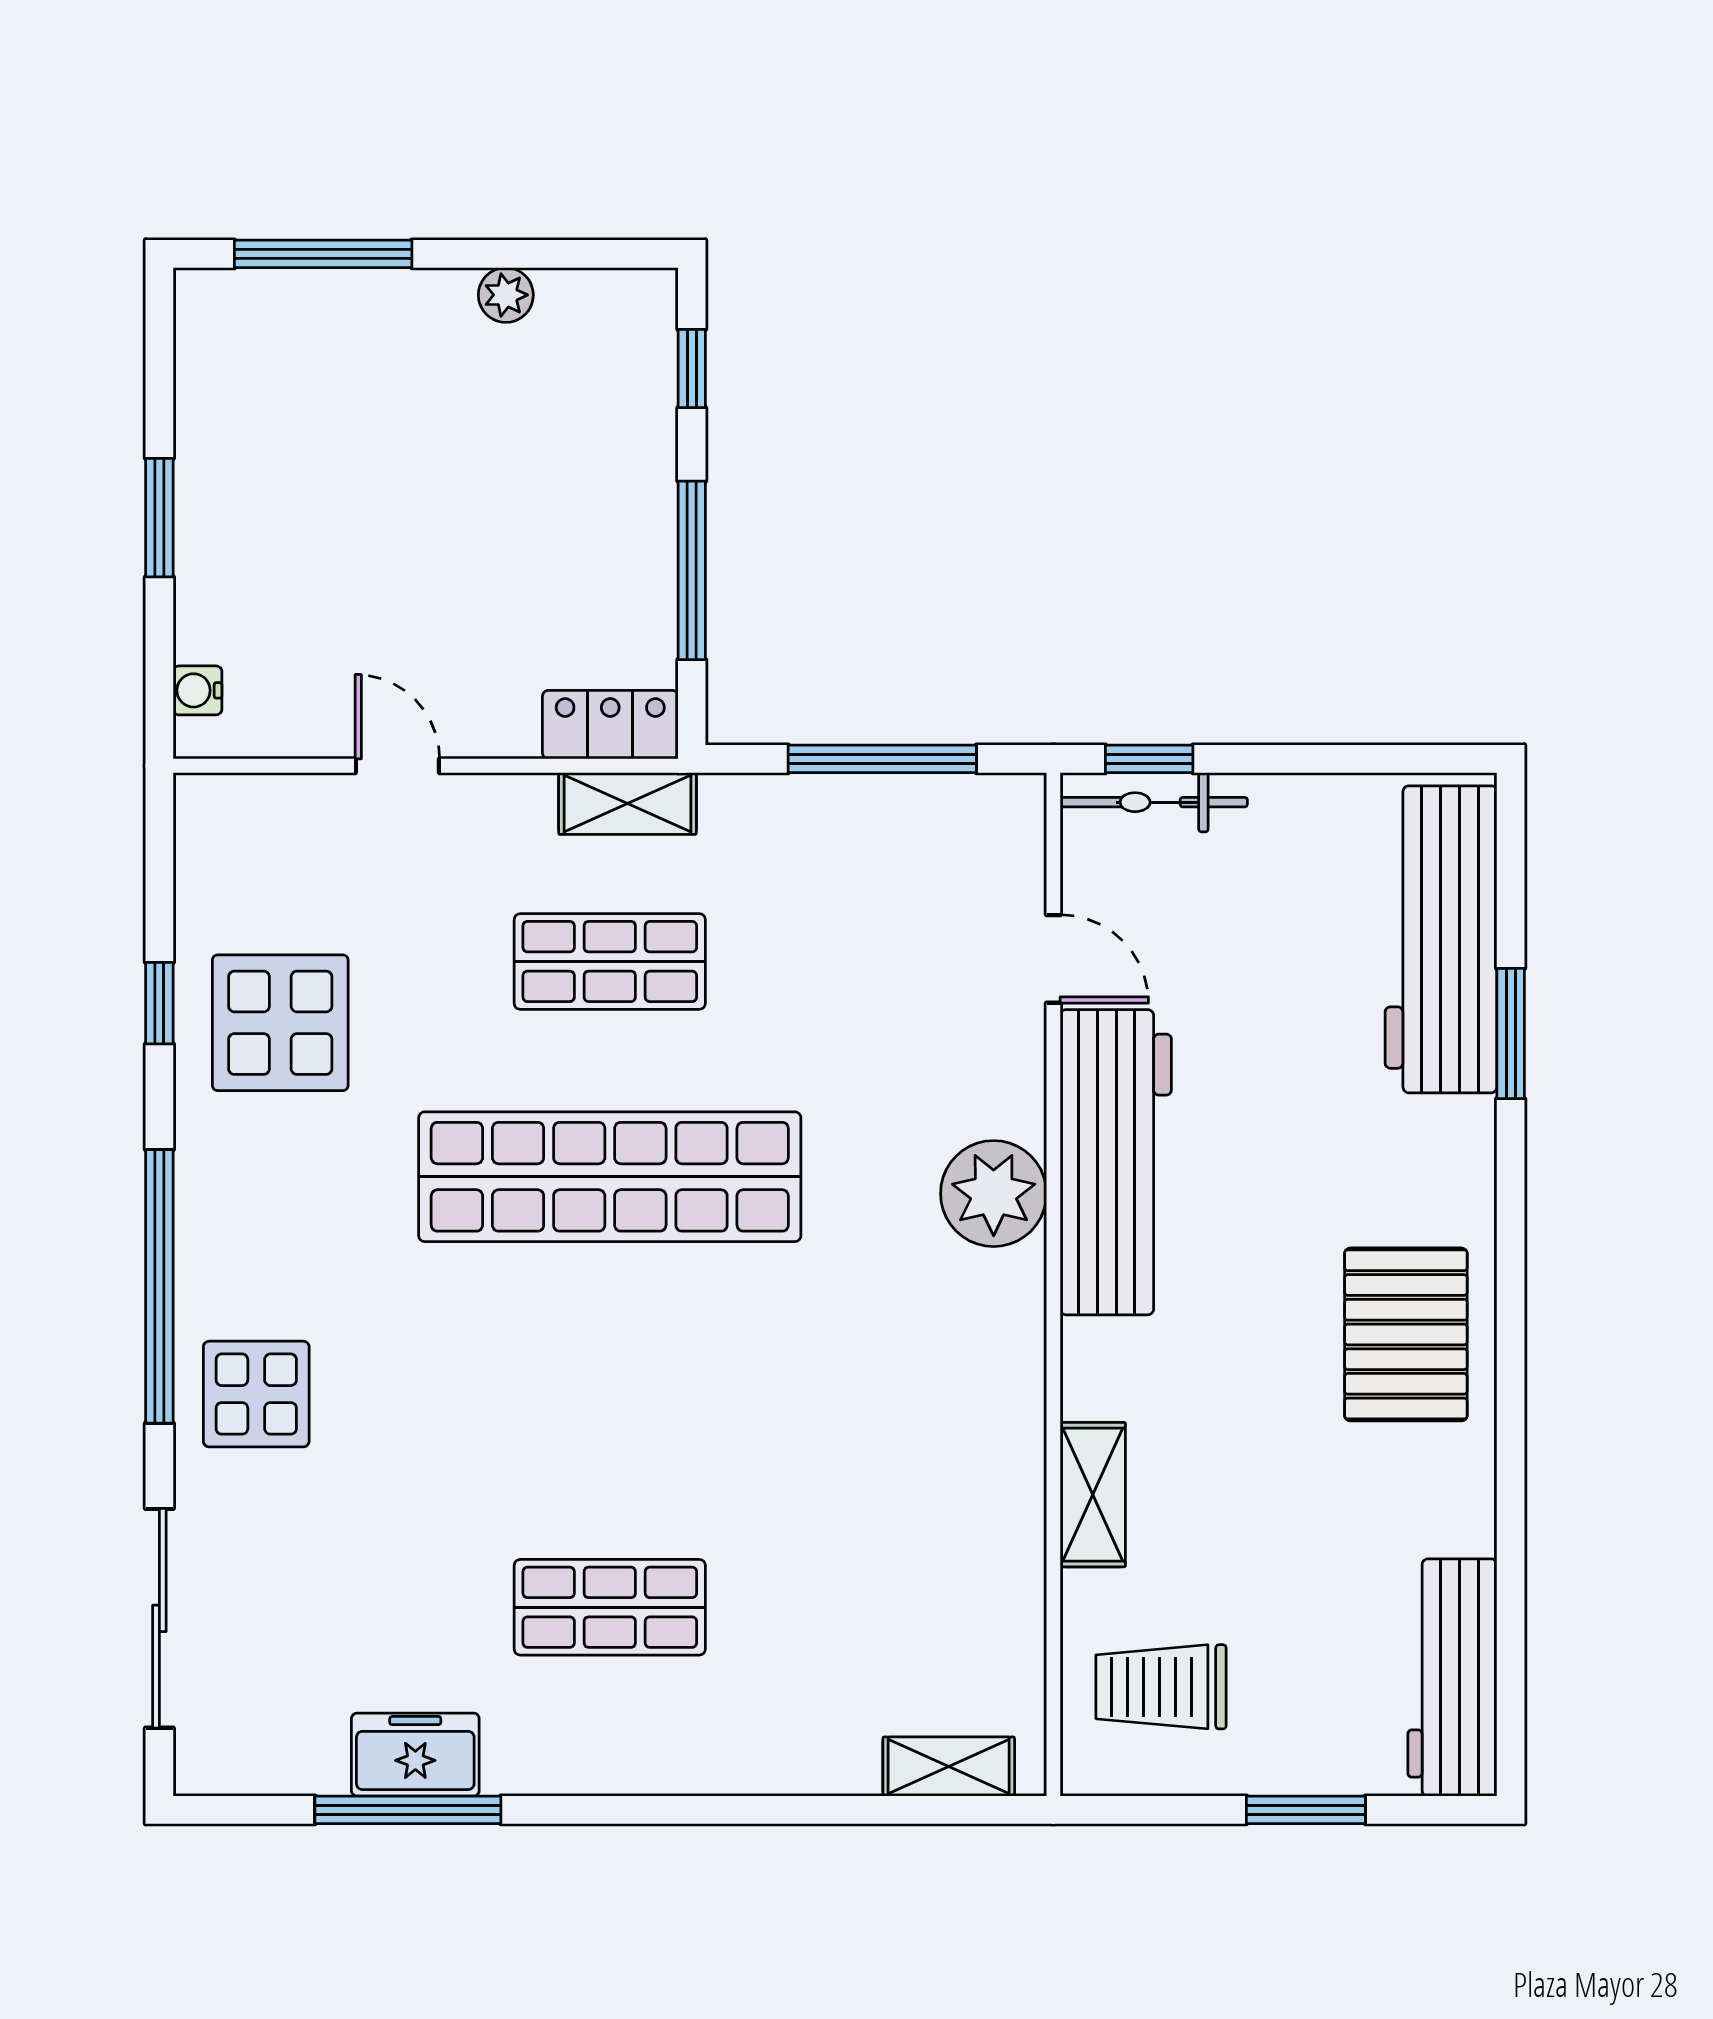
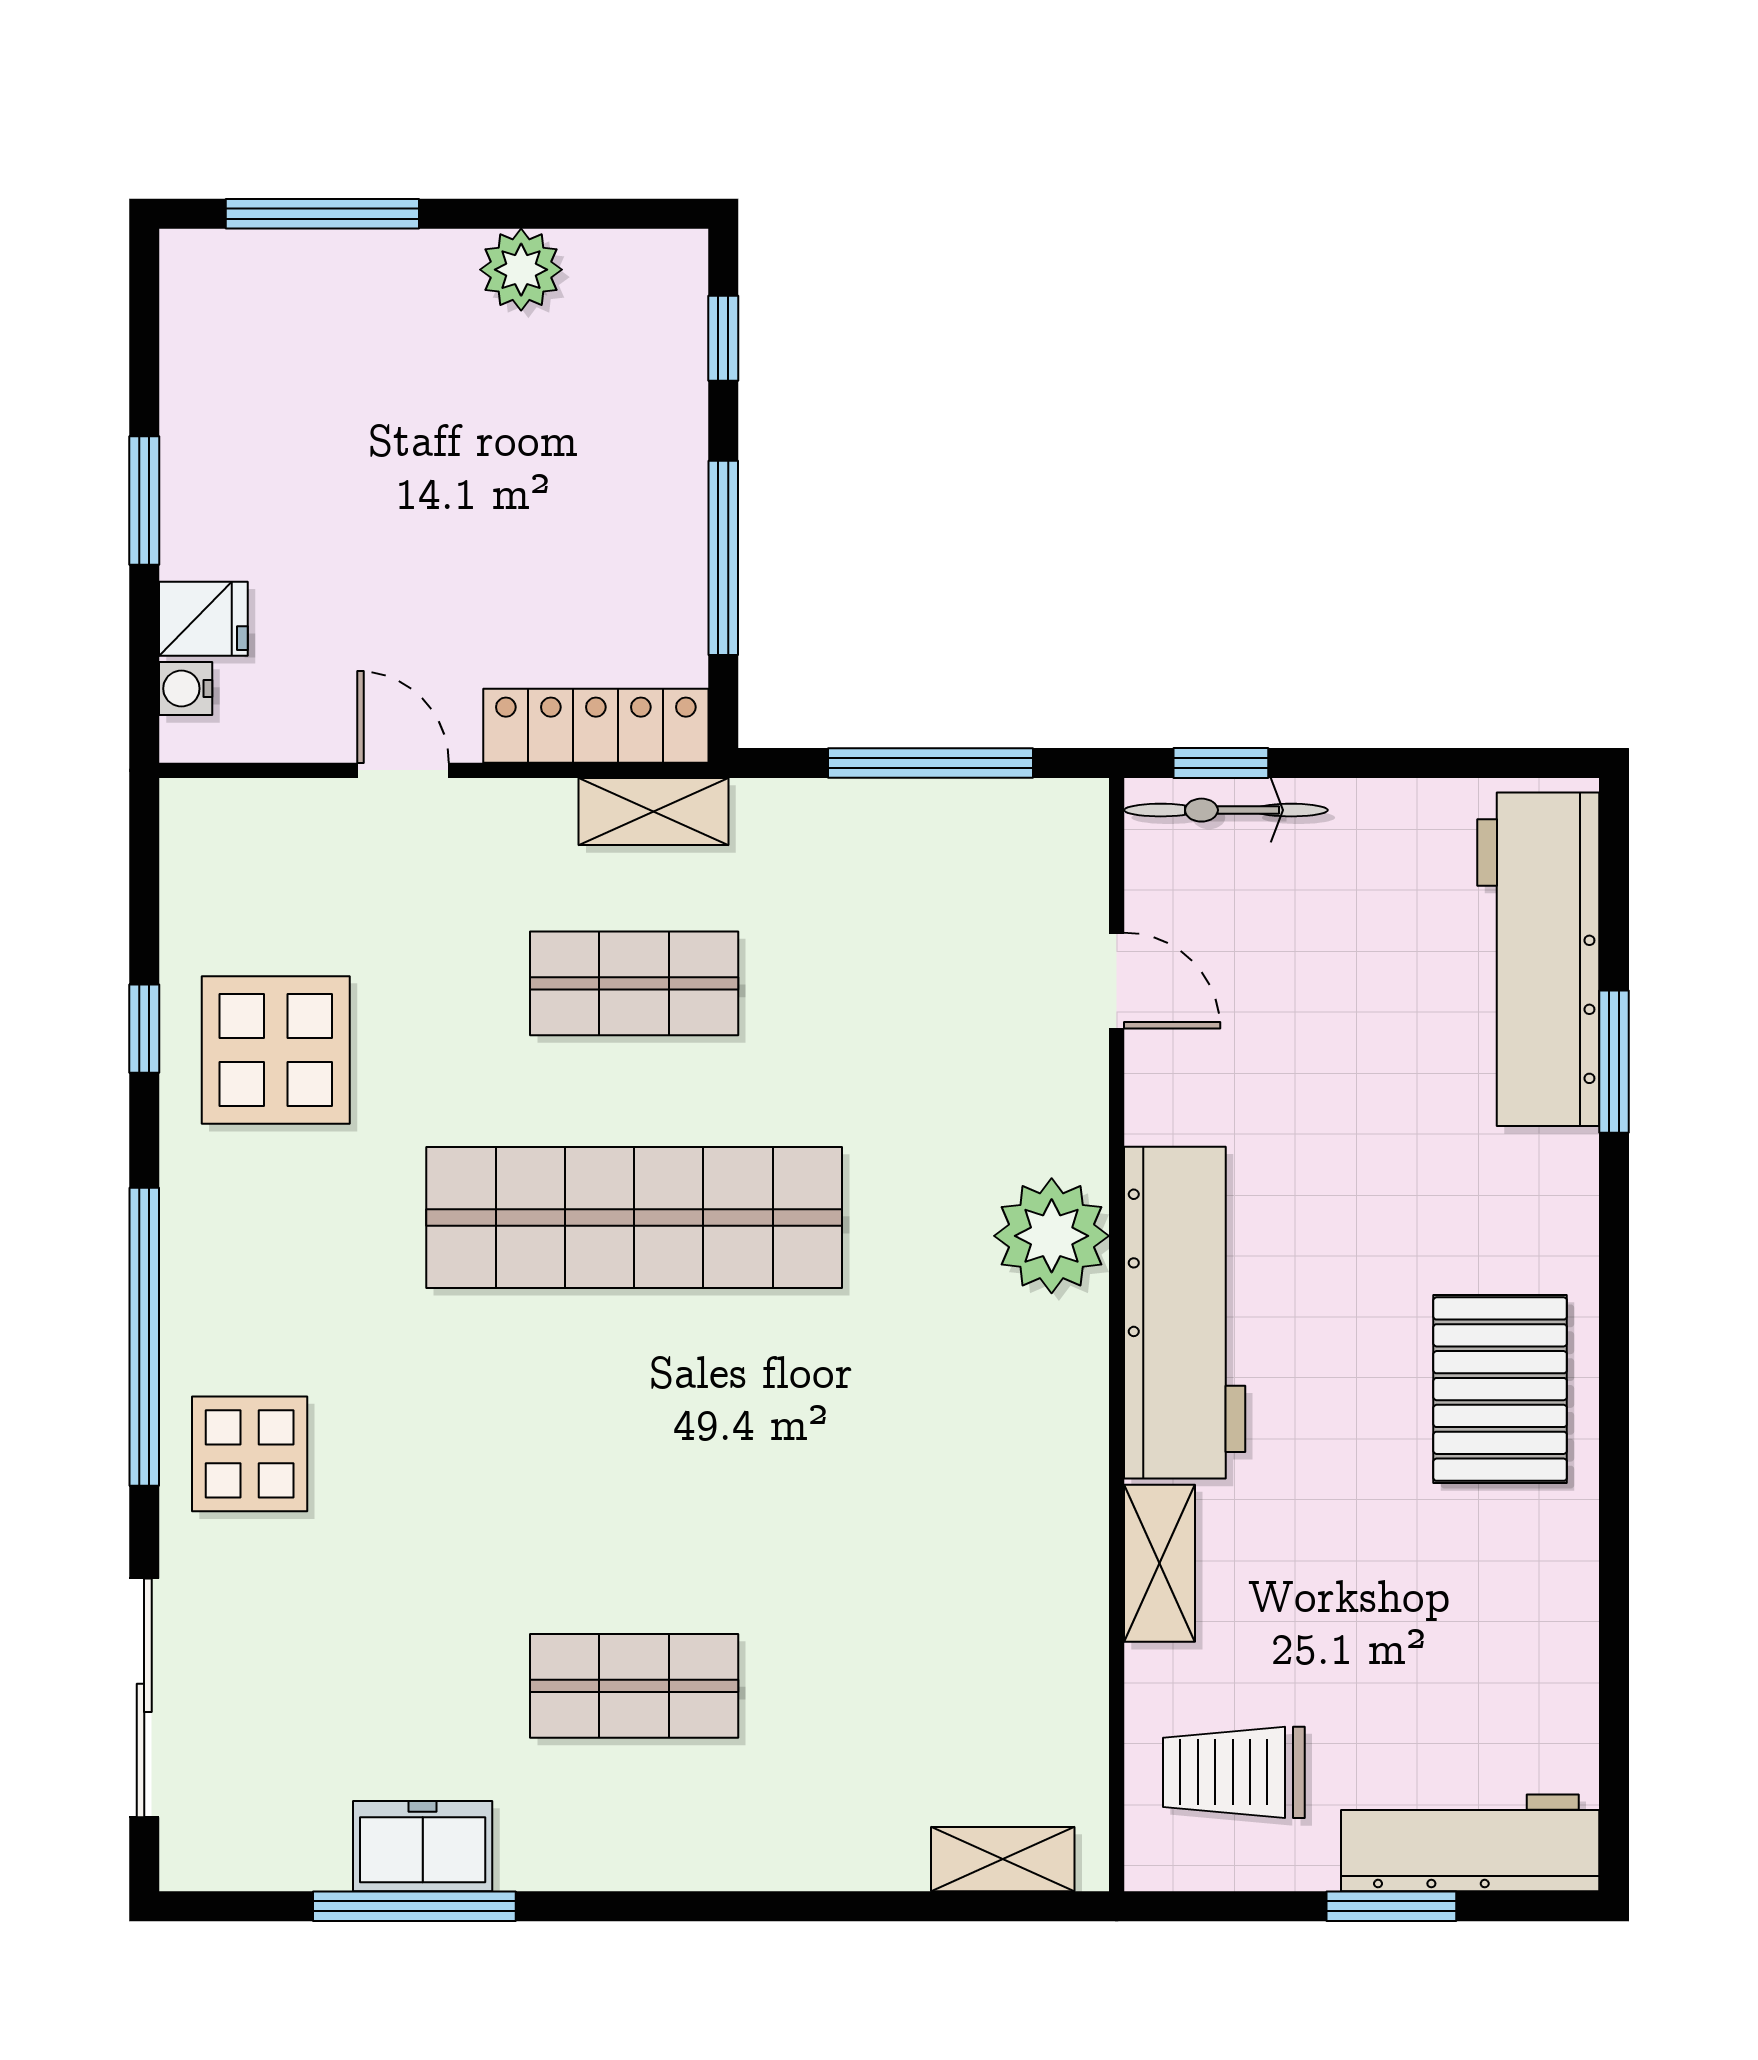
plant: (506, 295) -> (521, 270), width x1.38, depth x1.38
fridge: (214, 626) -> (203, 619), added
locker: (610, 725) -> (596, 726), width x1.53
workbench: (1116, 1162) -> (1185, 1313), moved
workbench: (1452, 1678) -> (1470, 1843), moved, turned 90

